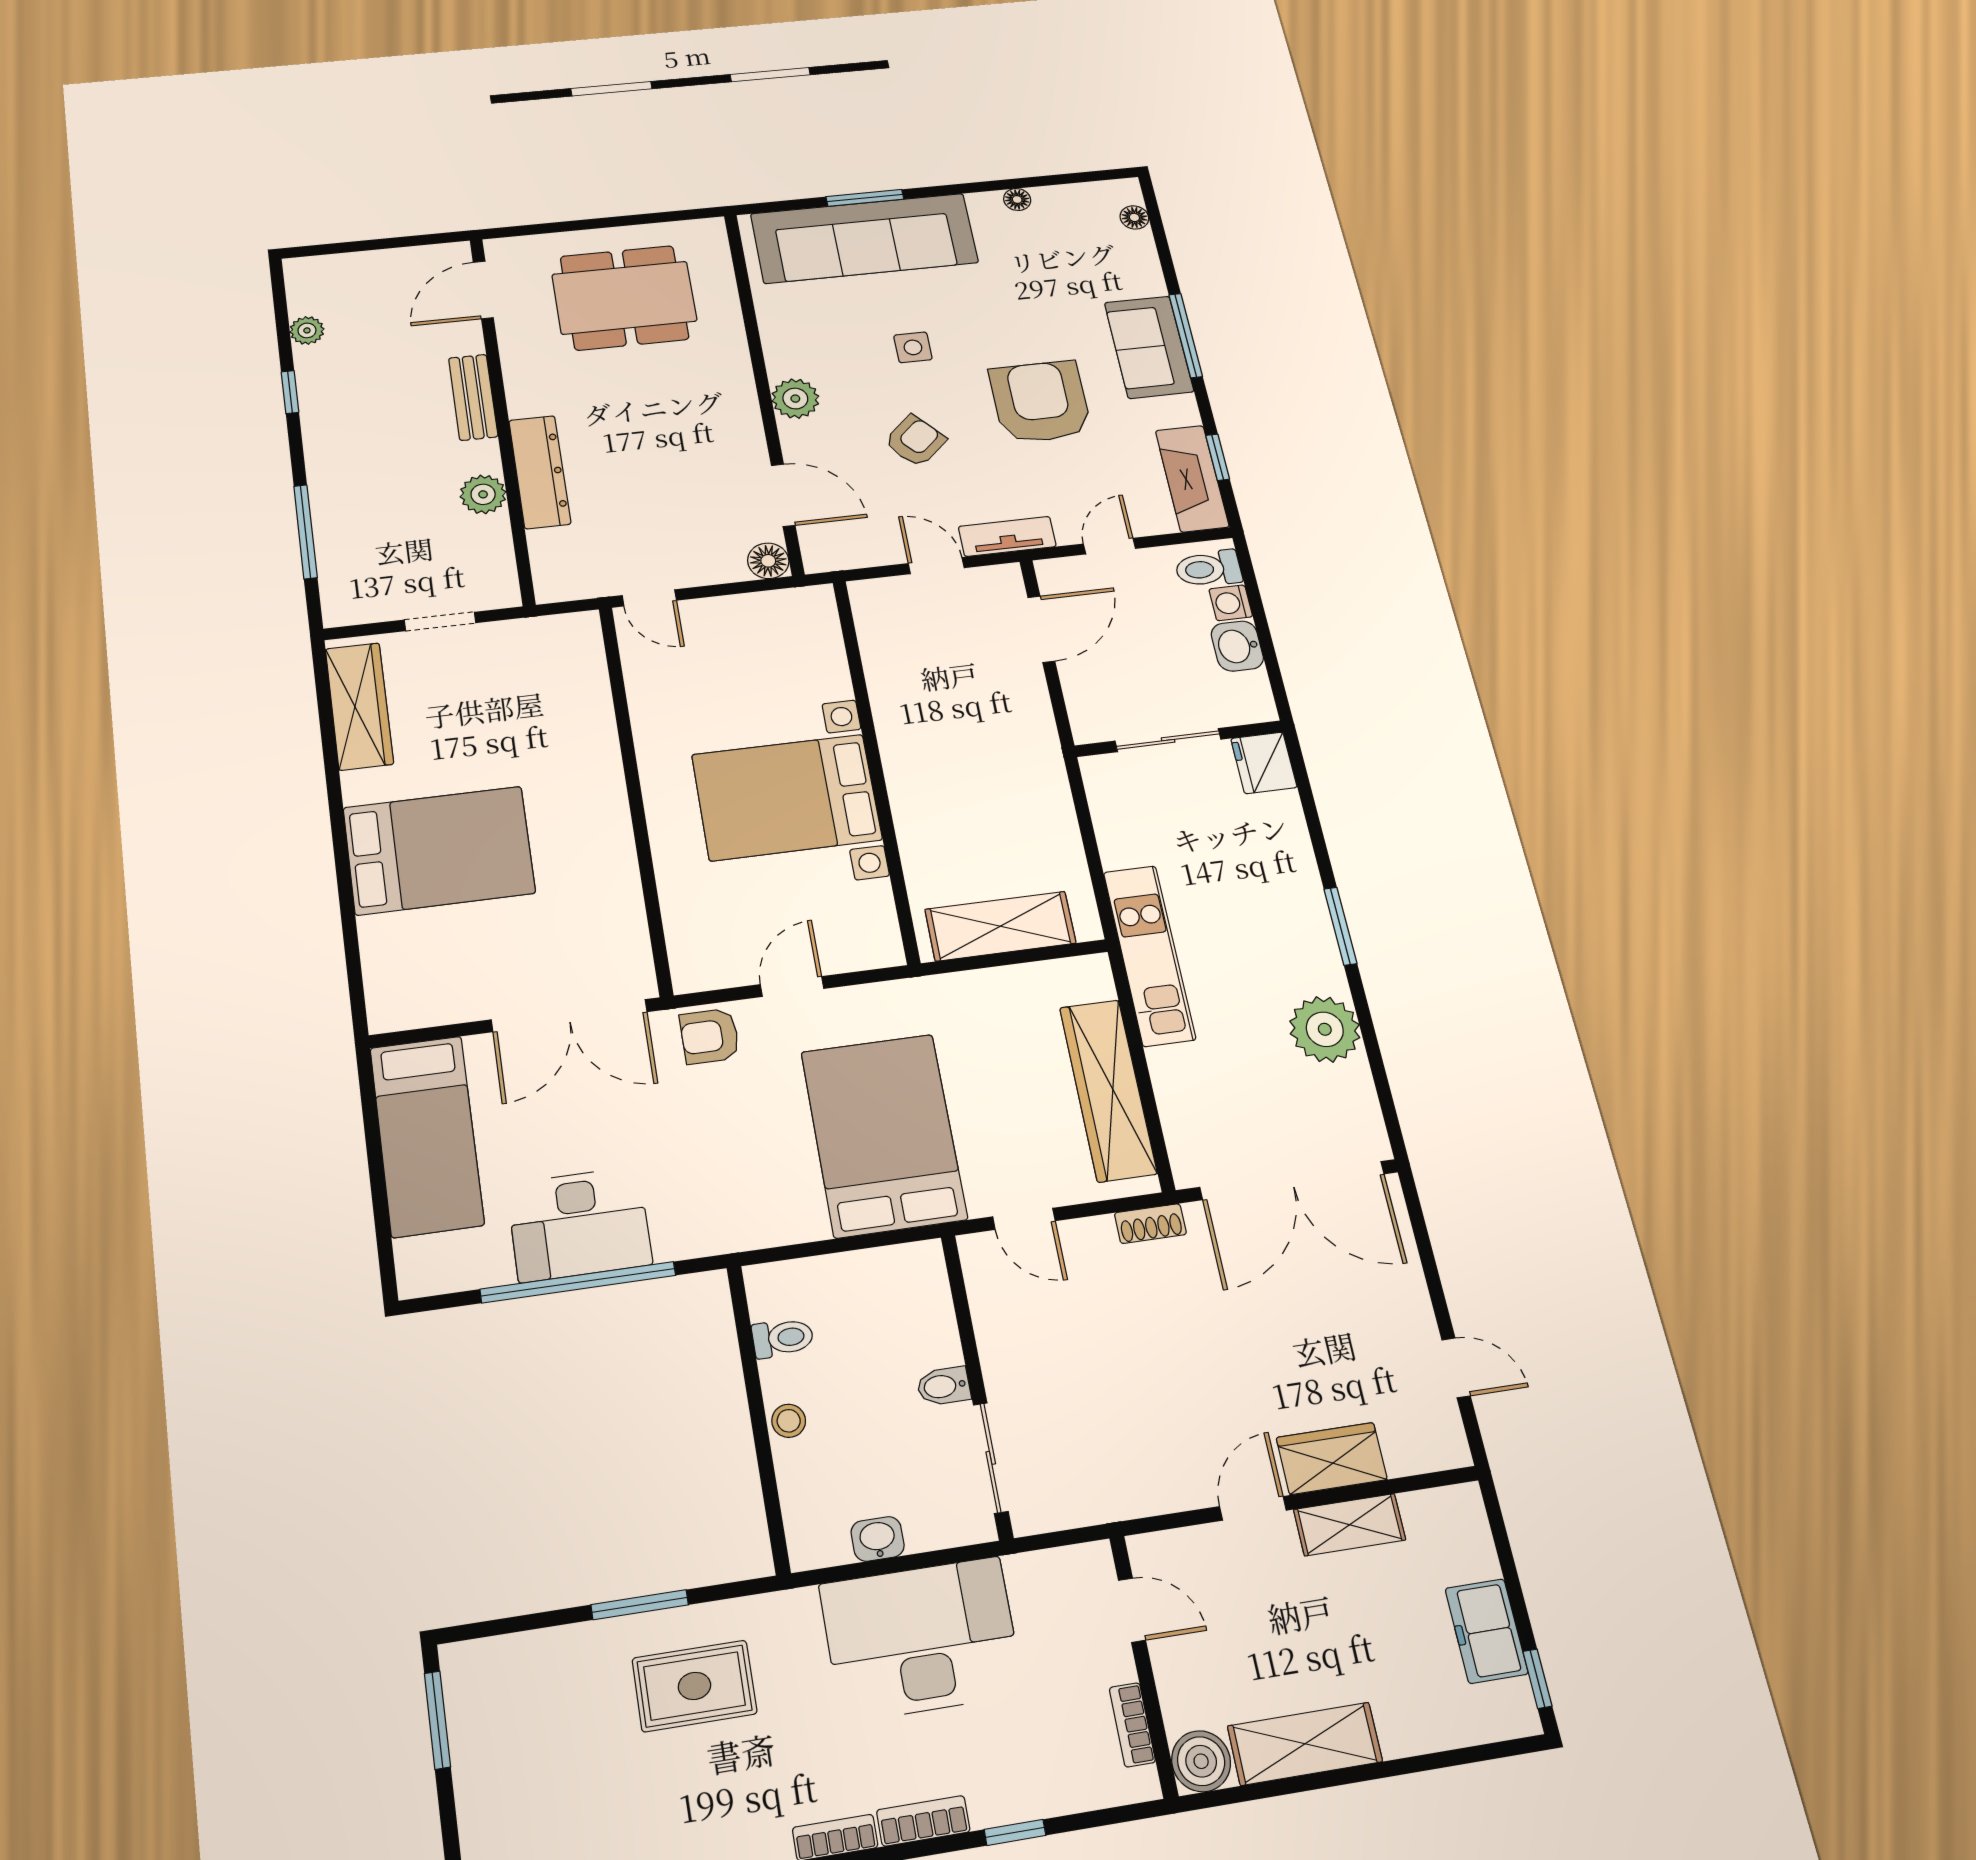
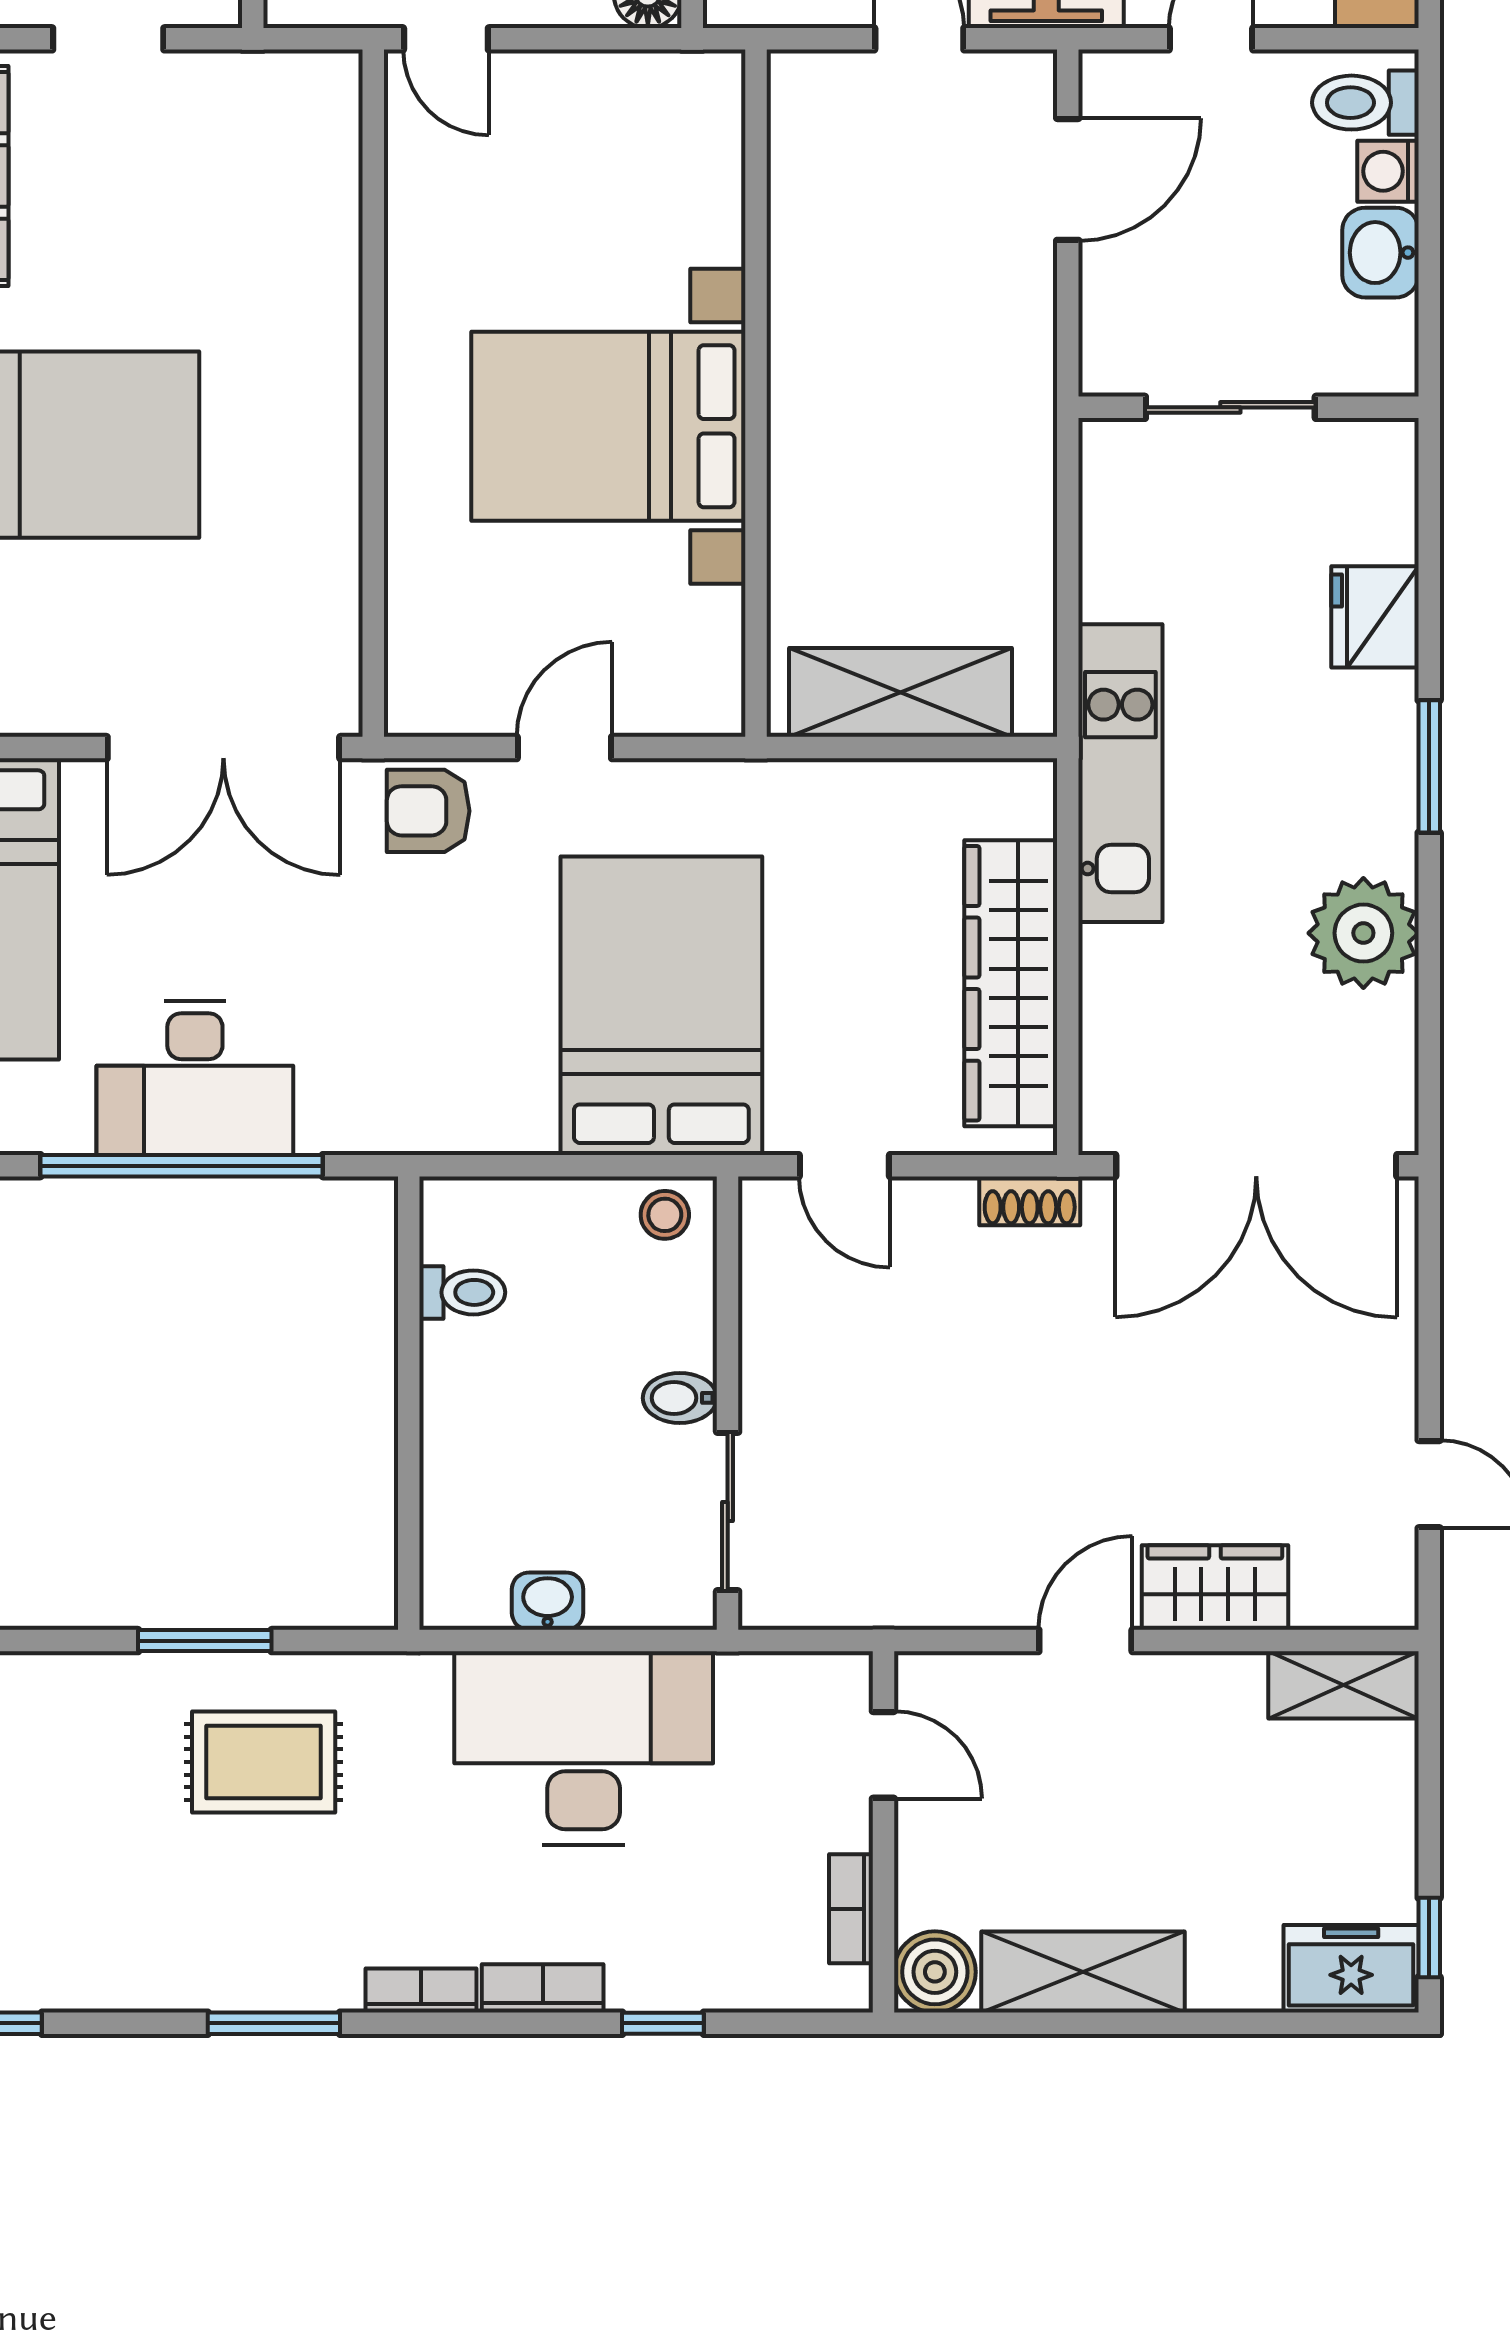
fridge: (1264, 763) -> (1375, 617), moved
stool: (789, 1421) -> (665, 1215), moved
shelving: (1350, 1525) -> (1344, 1685), moved
freezer: (1486, 1631) -> (1351, 1969), moved, turned 90

